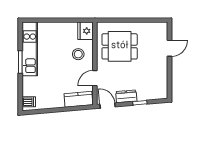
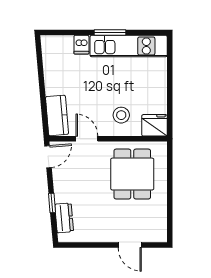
dresser: (126, 96) -> (64, 218), moved
dishwasher: (29, 102) -> (81, 45), moved

